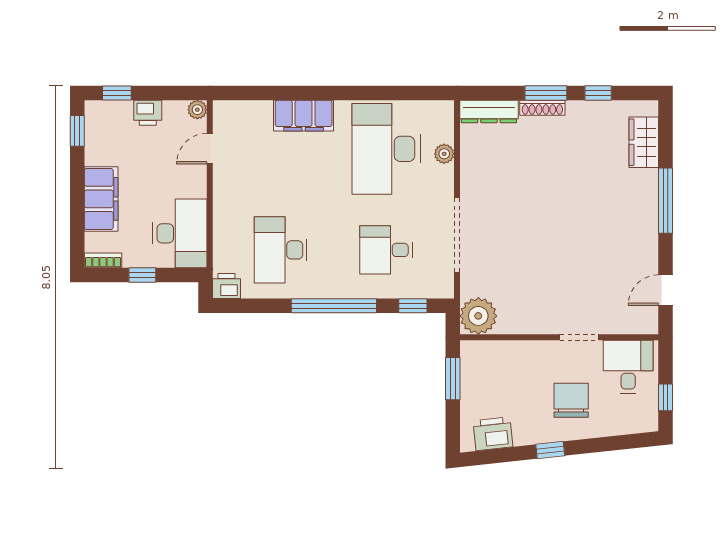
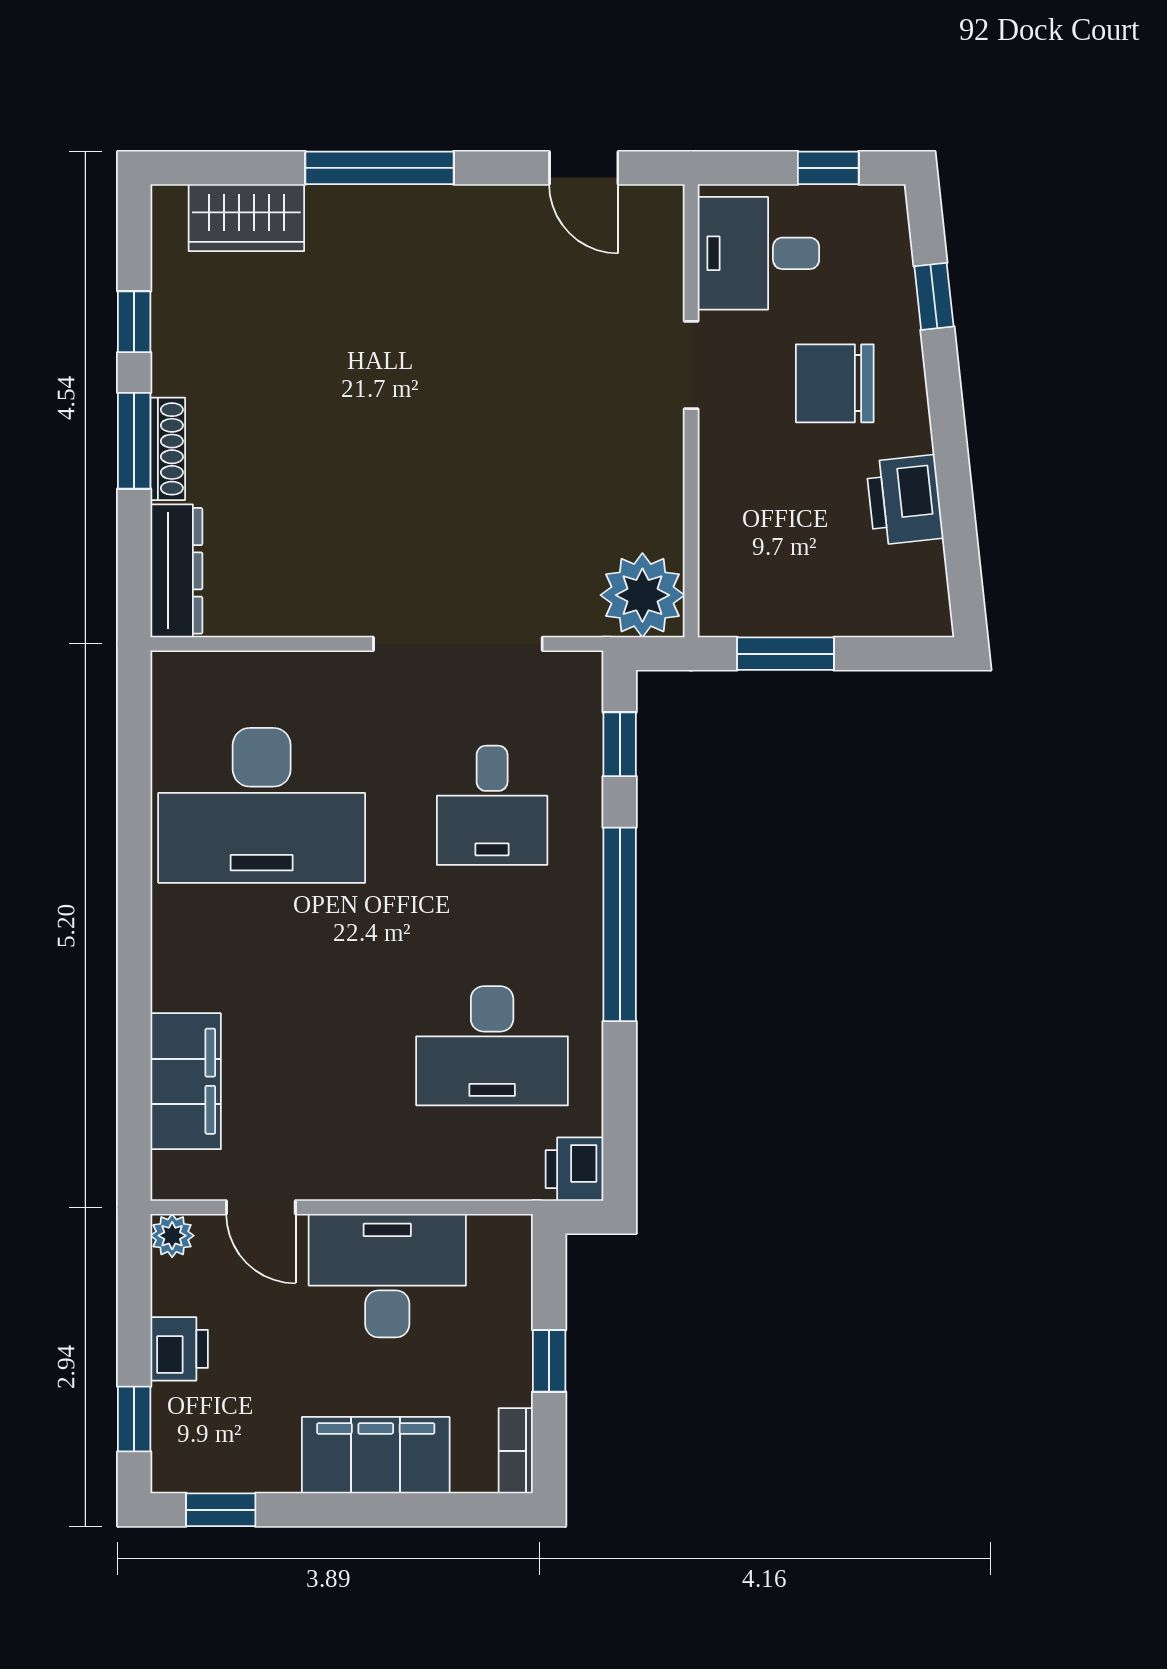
filing cabinet: (304, 116) -> (186, 1081), moved
plant: (444, 154) -> (273, 673), removed
desk: (180, 233) -> (387, 1276), moved
printer: (493, 434) -> (905, 500), moved
window: (550, 450) -> (934, 296), moved

